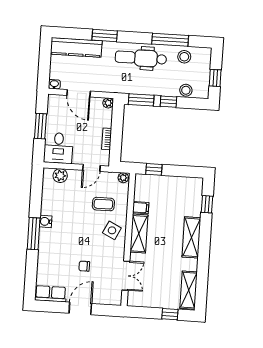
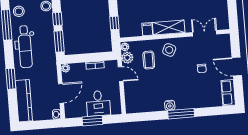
desk: (58, 148) -> (98, 103), moved, turned 90
plant: (60, 176) -> (127, 58), moved

